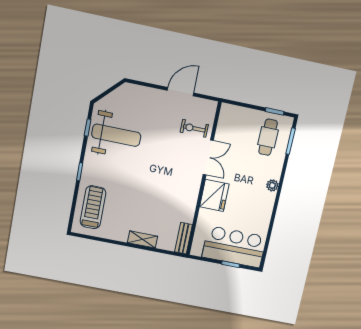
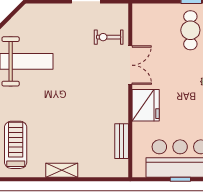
bench: (183, 238) -> (122, 141), moved
shelving: (143, 239) -> (62, 170), moved

